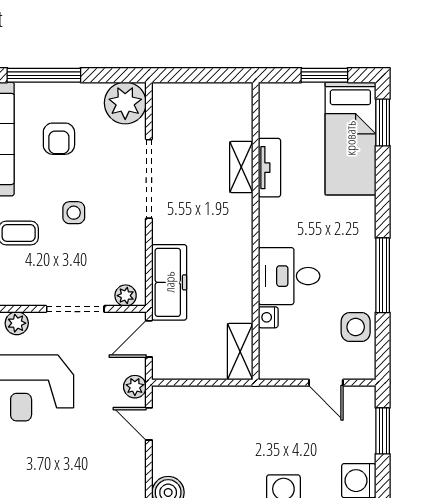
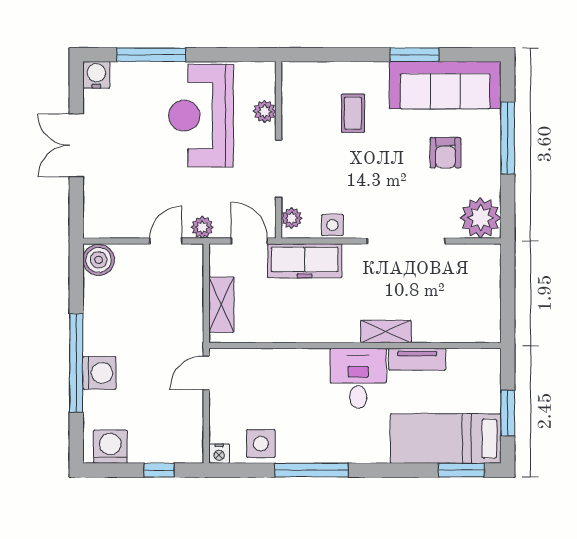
armchair: (59, 139) -> (445, 153), turned -90
shelving: (241, 167) -> (386, 331), moved
side table: (74, 213) -> (332, 225), moved
desk: (289, 276) -> (358, 378), moved
nightstand: (268, 317) -> (219, 454), moved, turned 180
shelving: (240, 352) -> (221, 305), moved, turned 90
door: (326, 383) -> (206, 373), moved
window: (383, 431) -> (159, 470), width x0.67

